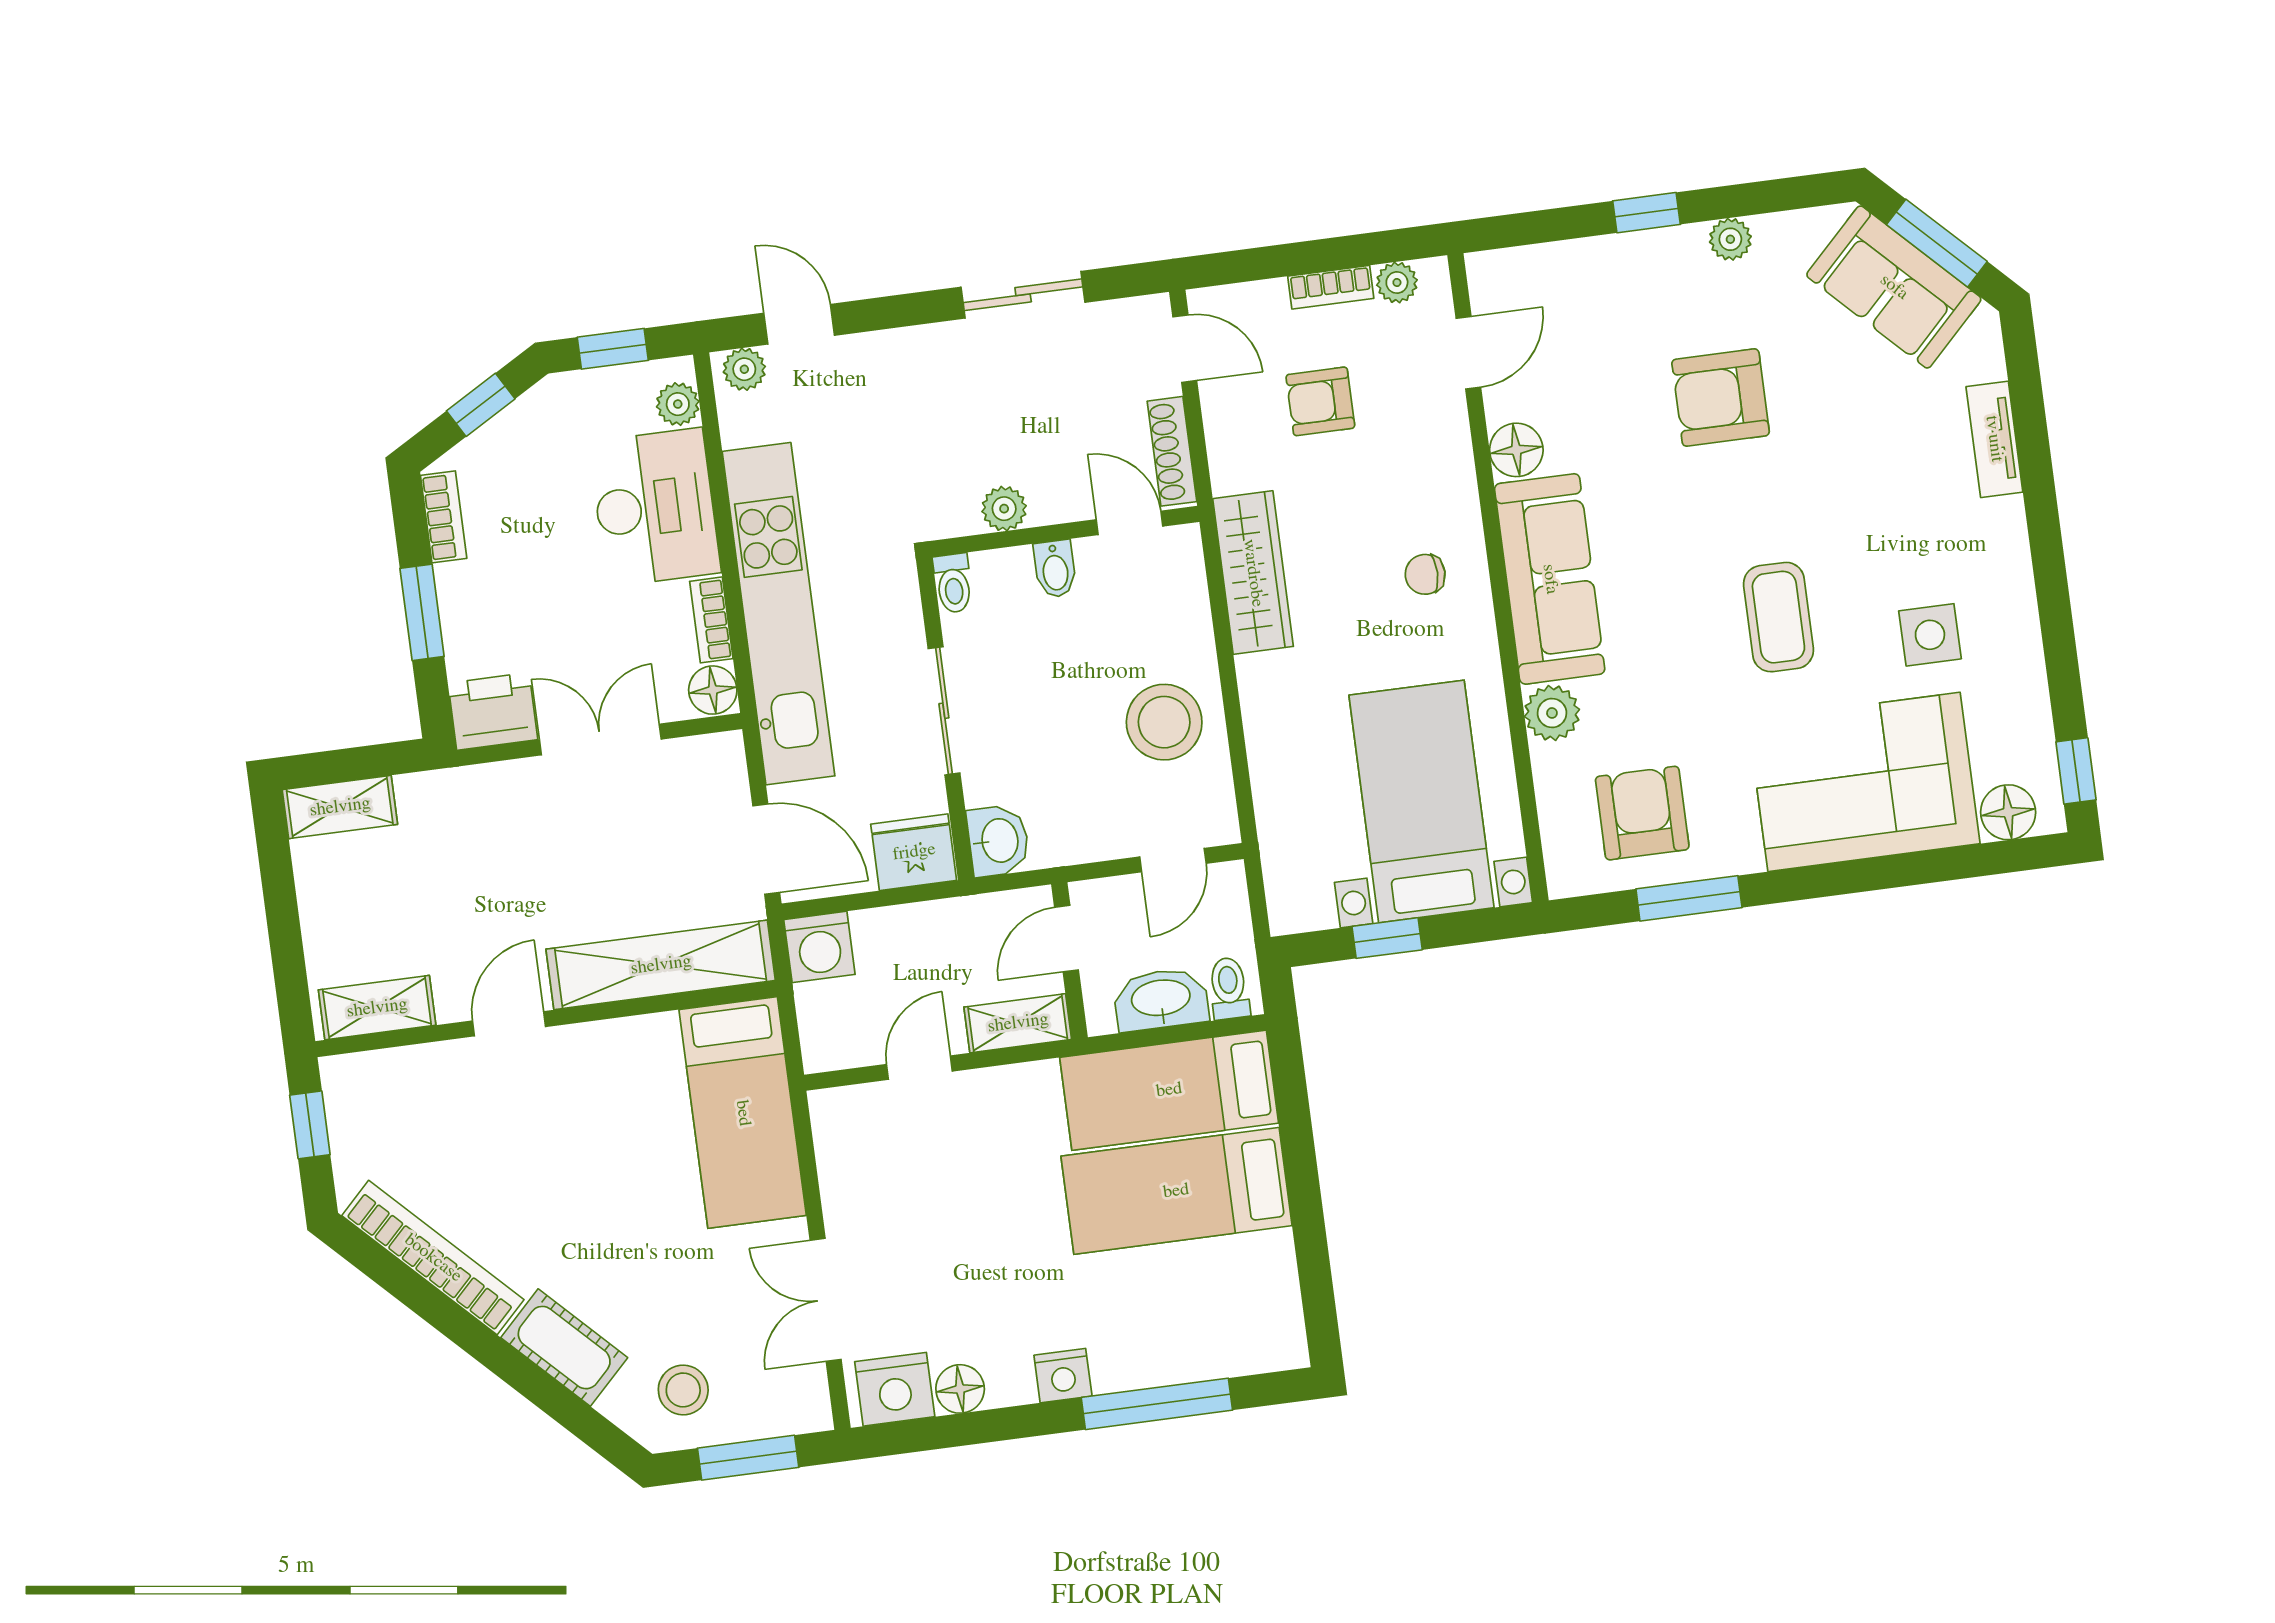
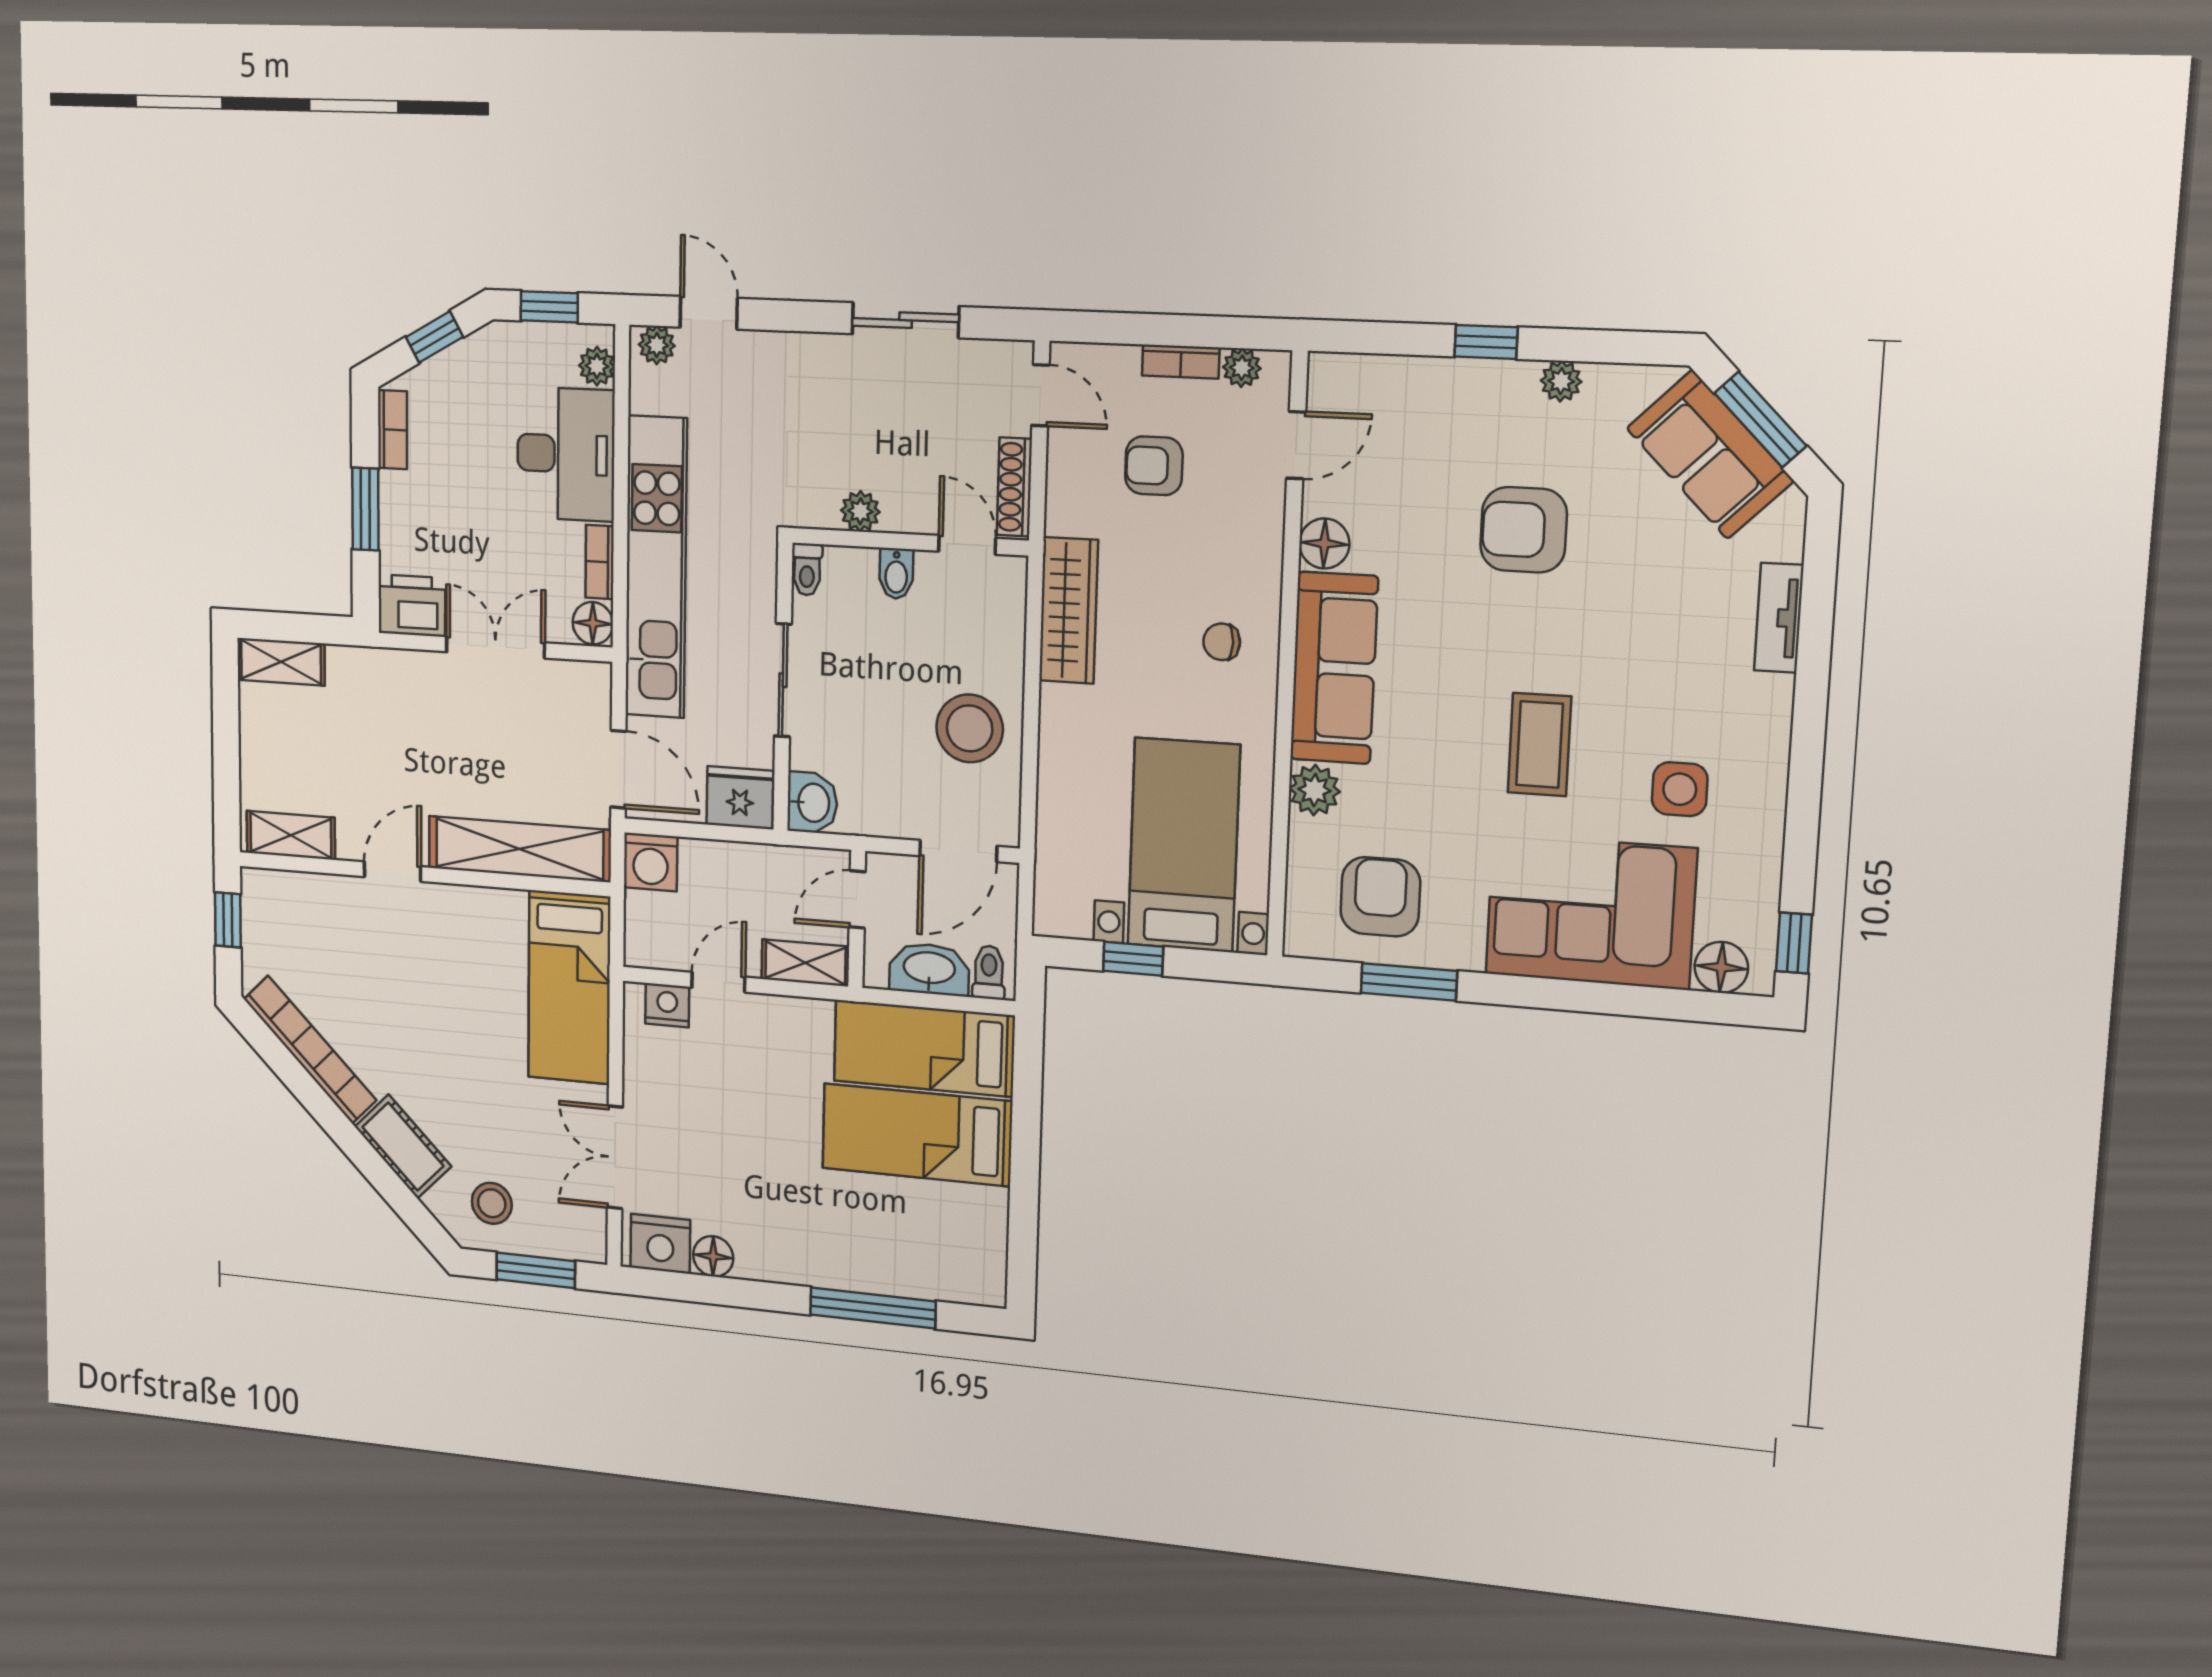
door: (1173, 860) -> (958, 851), width x1.38
nightstand: (1063, 1376) -> (667, 1005), moved, turned 180

